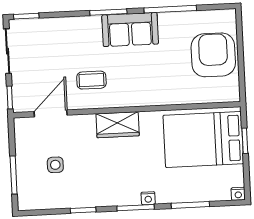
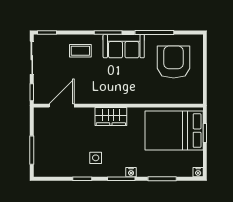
armchair: (213, 55) -> (174, 62), moved
coffee table: (91, 80) -> (80, 51), moved
side table: (55, 165) -> (96, 158), moved

